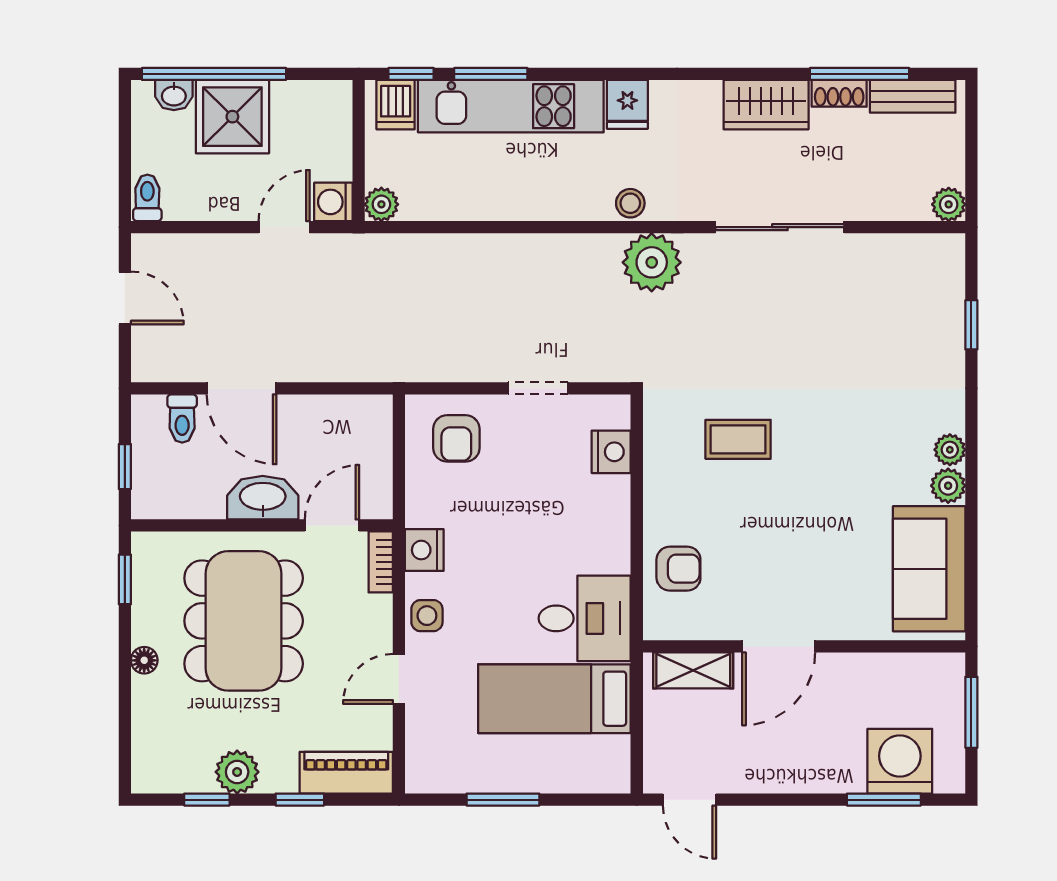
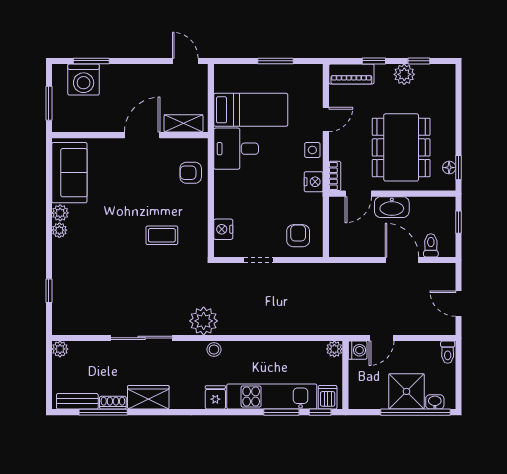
floor lamp: (144, 660) -> (449, 168), moved

